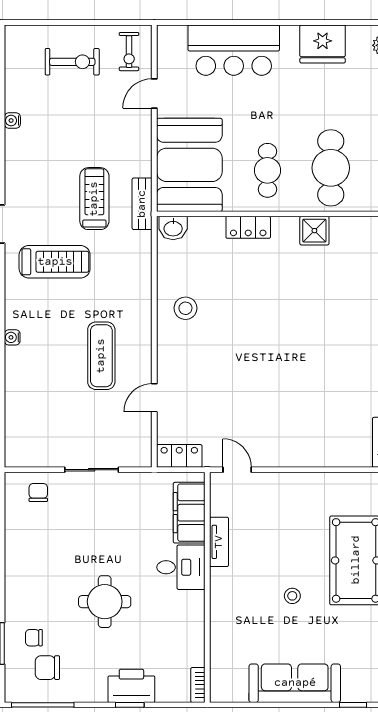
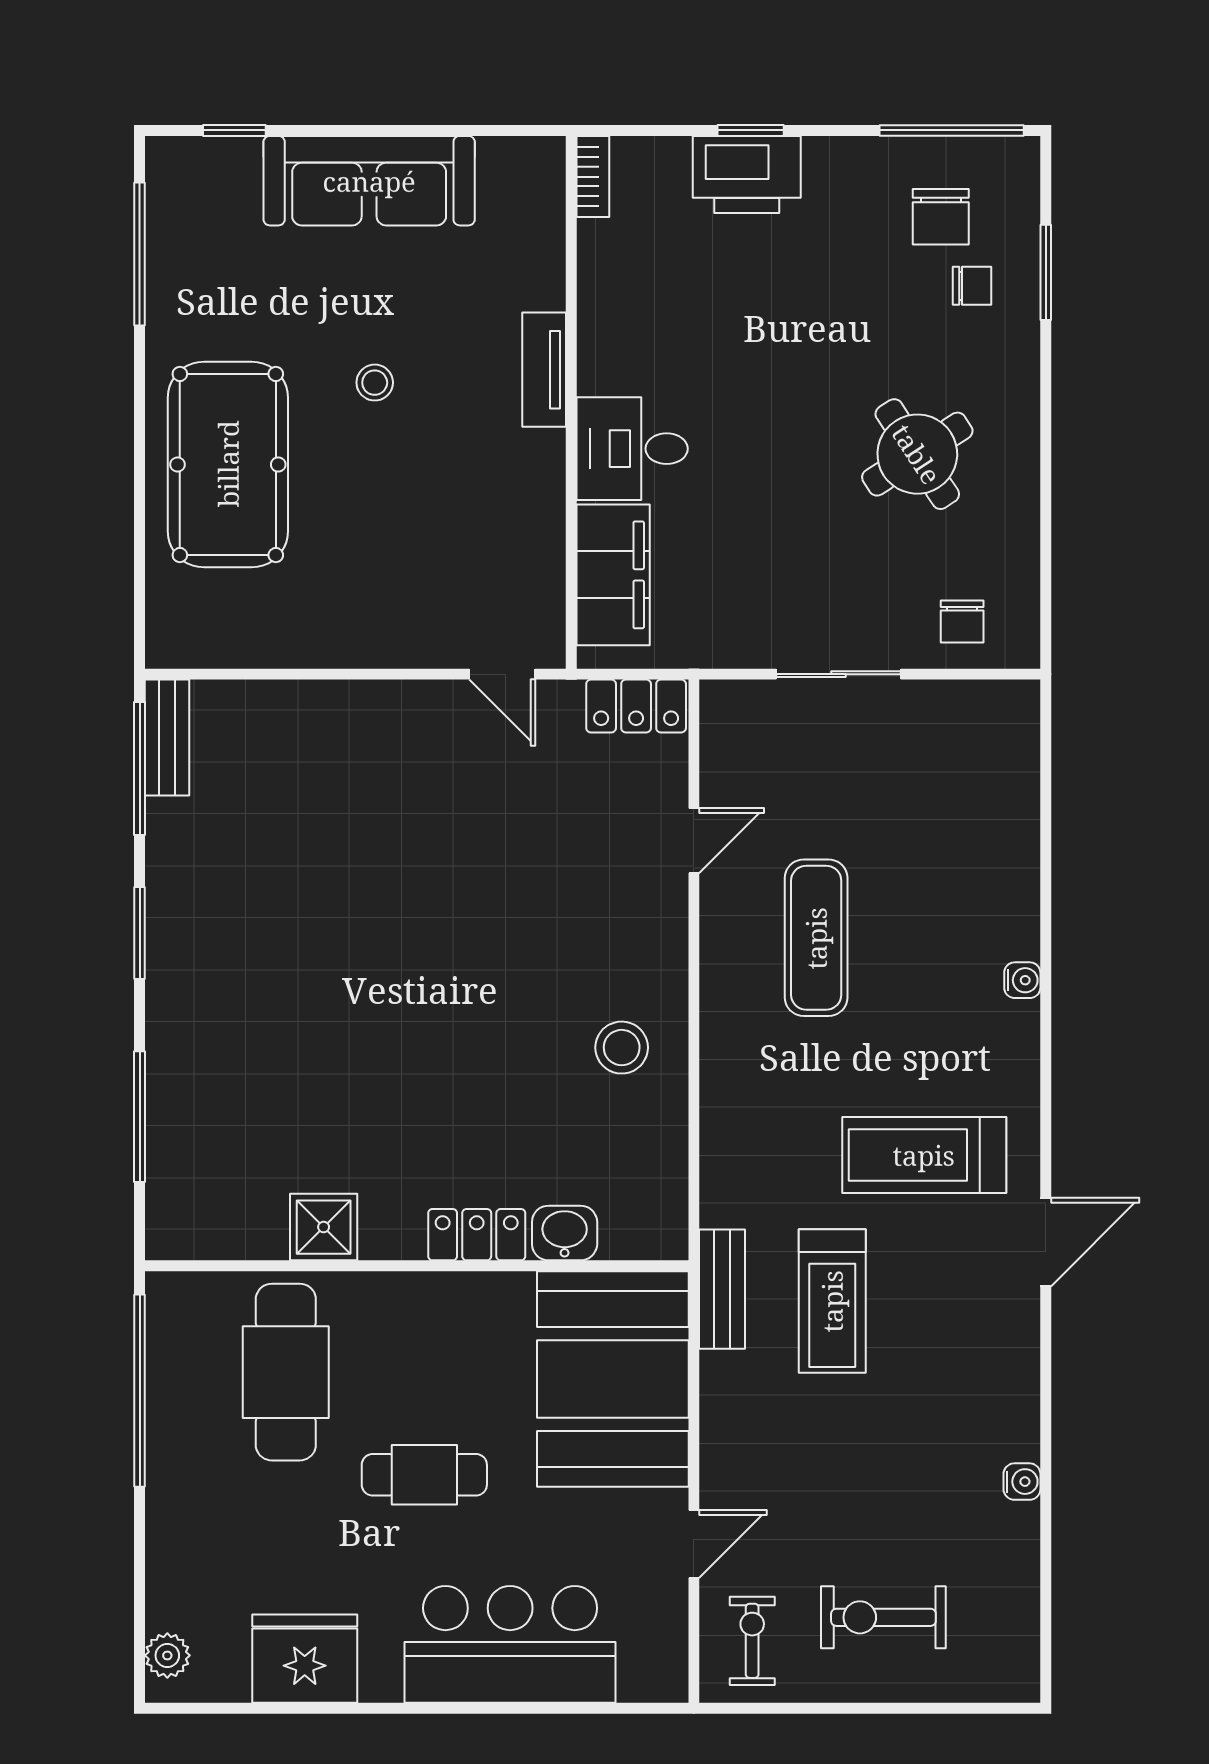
cafe table: (267, 170) -> (424, 1475), moved, turned 90
washbasin: (173, 228) -> (565, 1233), moved
tv unit: (219, 542) -> (544, 370), moved
round table: (105, 602) -> (917, 454), moved, turned -33
chair: (47, 668) -> (941, 217), turned 90

